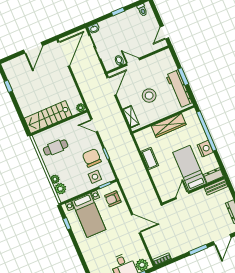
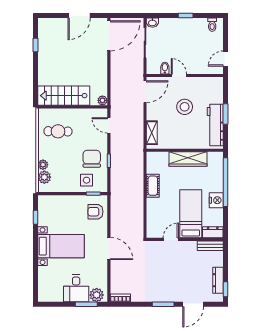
stool: (149, 96) -> (185, 107), moved
bed with nightstands: (89, 215) -> (61, 246), moved, turned -90

